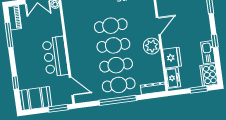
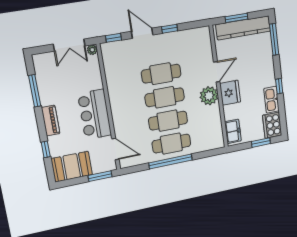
piano: (15, 18) -> (51, 121), moved
fridge: (172, 58) -> (230, 93), moved
dresser: (153, 88) -> (211, 145), removed

